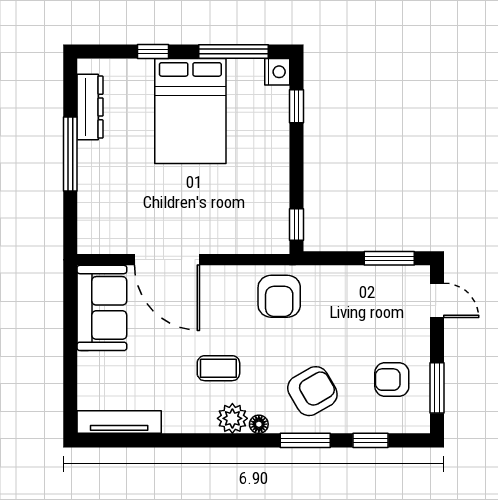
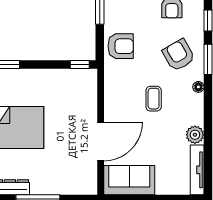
armchair: (279, 296) -> (121, 46), moved
coffee table: (218, 368) -> (154, 99), moved
plant: (232, 418) -> (195, 135), moved

